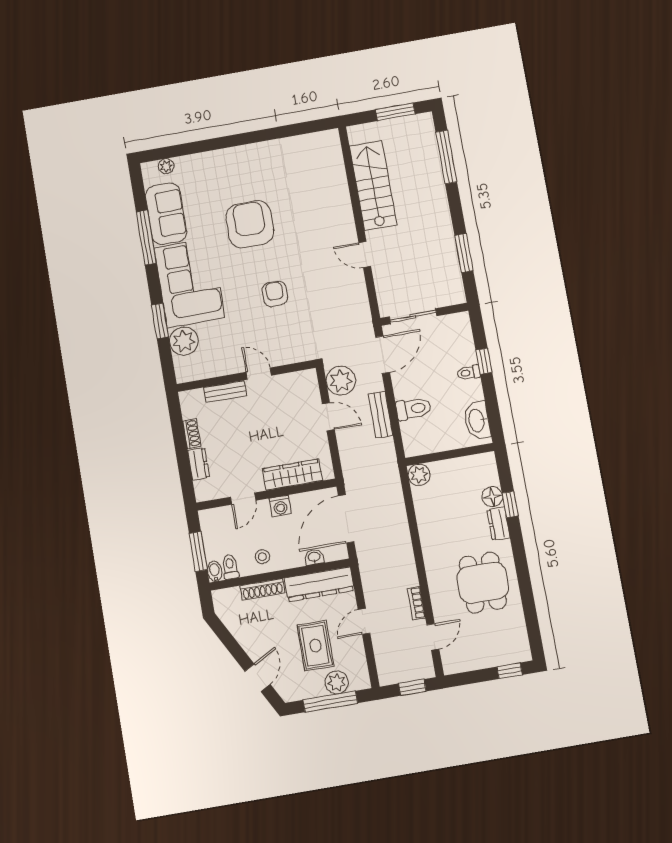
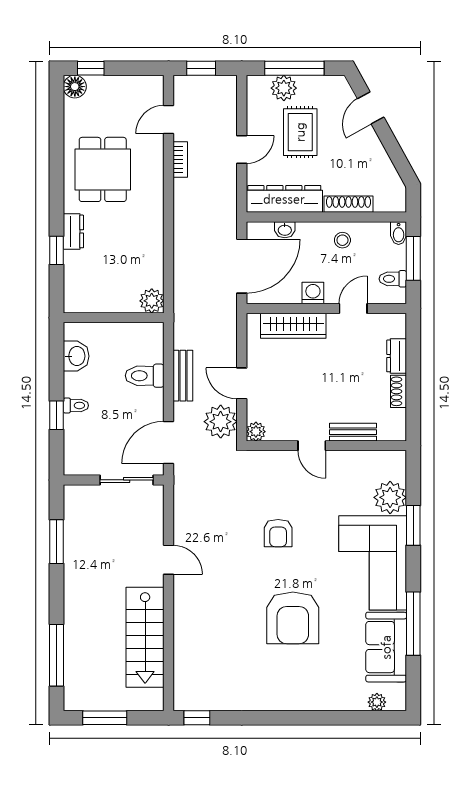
window: (317, 126) -> (197, 718), added
plant: (309, 377) -> (256, 432), added
washbasin: (477, 420) -> (76, 356), width x0.72
floor lamp: (492, 497) -> (75, 87), moved
toilet: (230, 567) -> (393, 279), moved, turned 90

